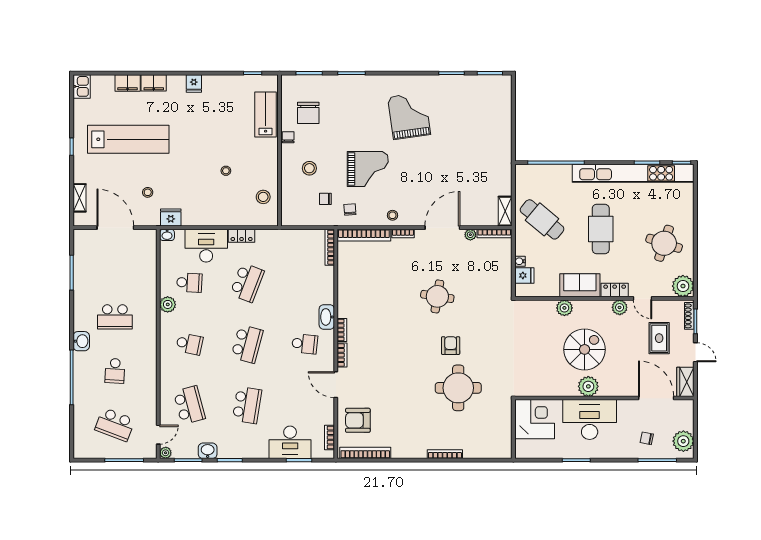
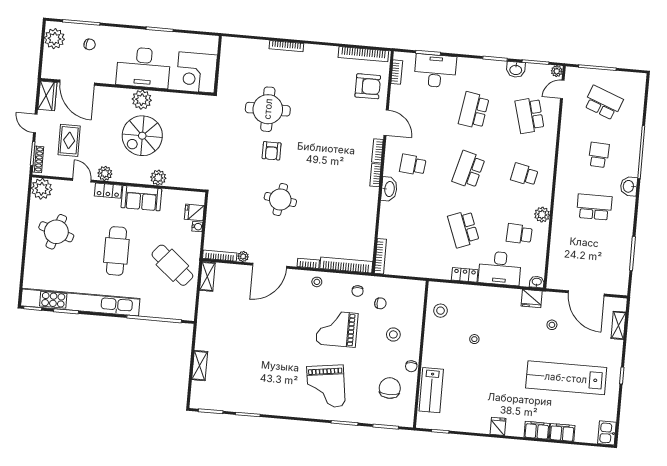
grand piano: (409, 116) -> (326, 386), moved
shelving: (505, 119) -> (200, 366), added
school desk: (247, 283) -> (463, 229), turned -42

